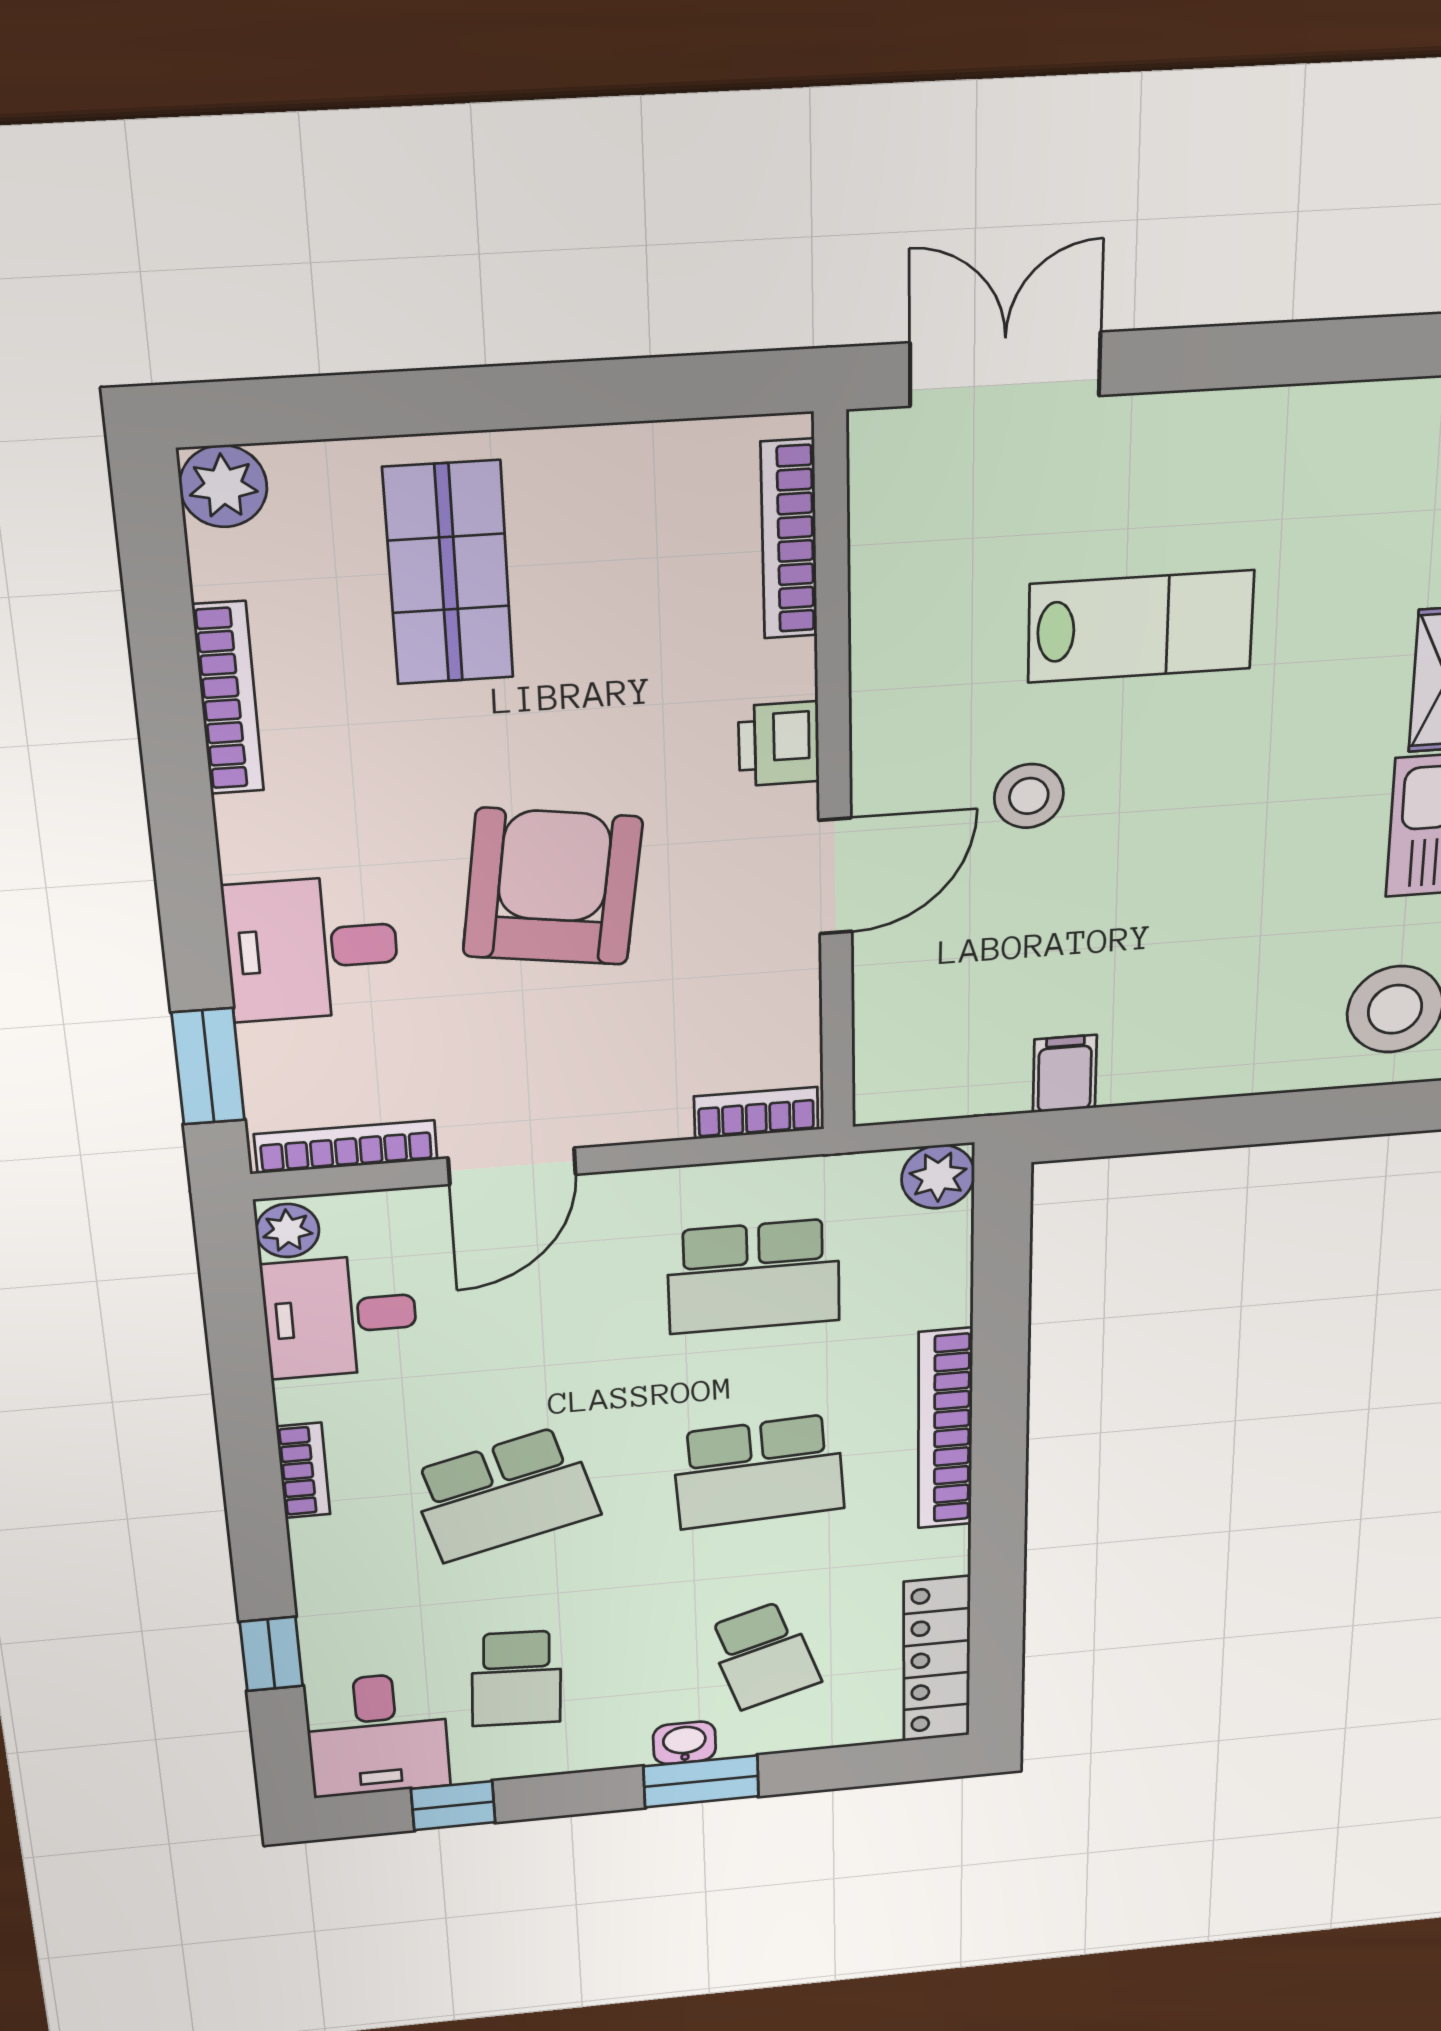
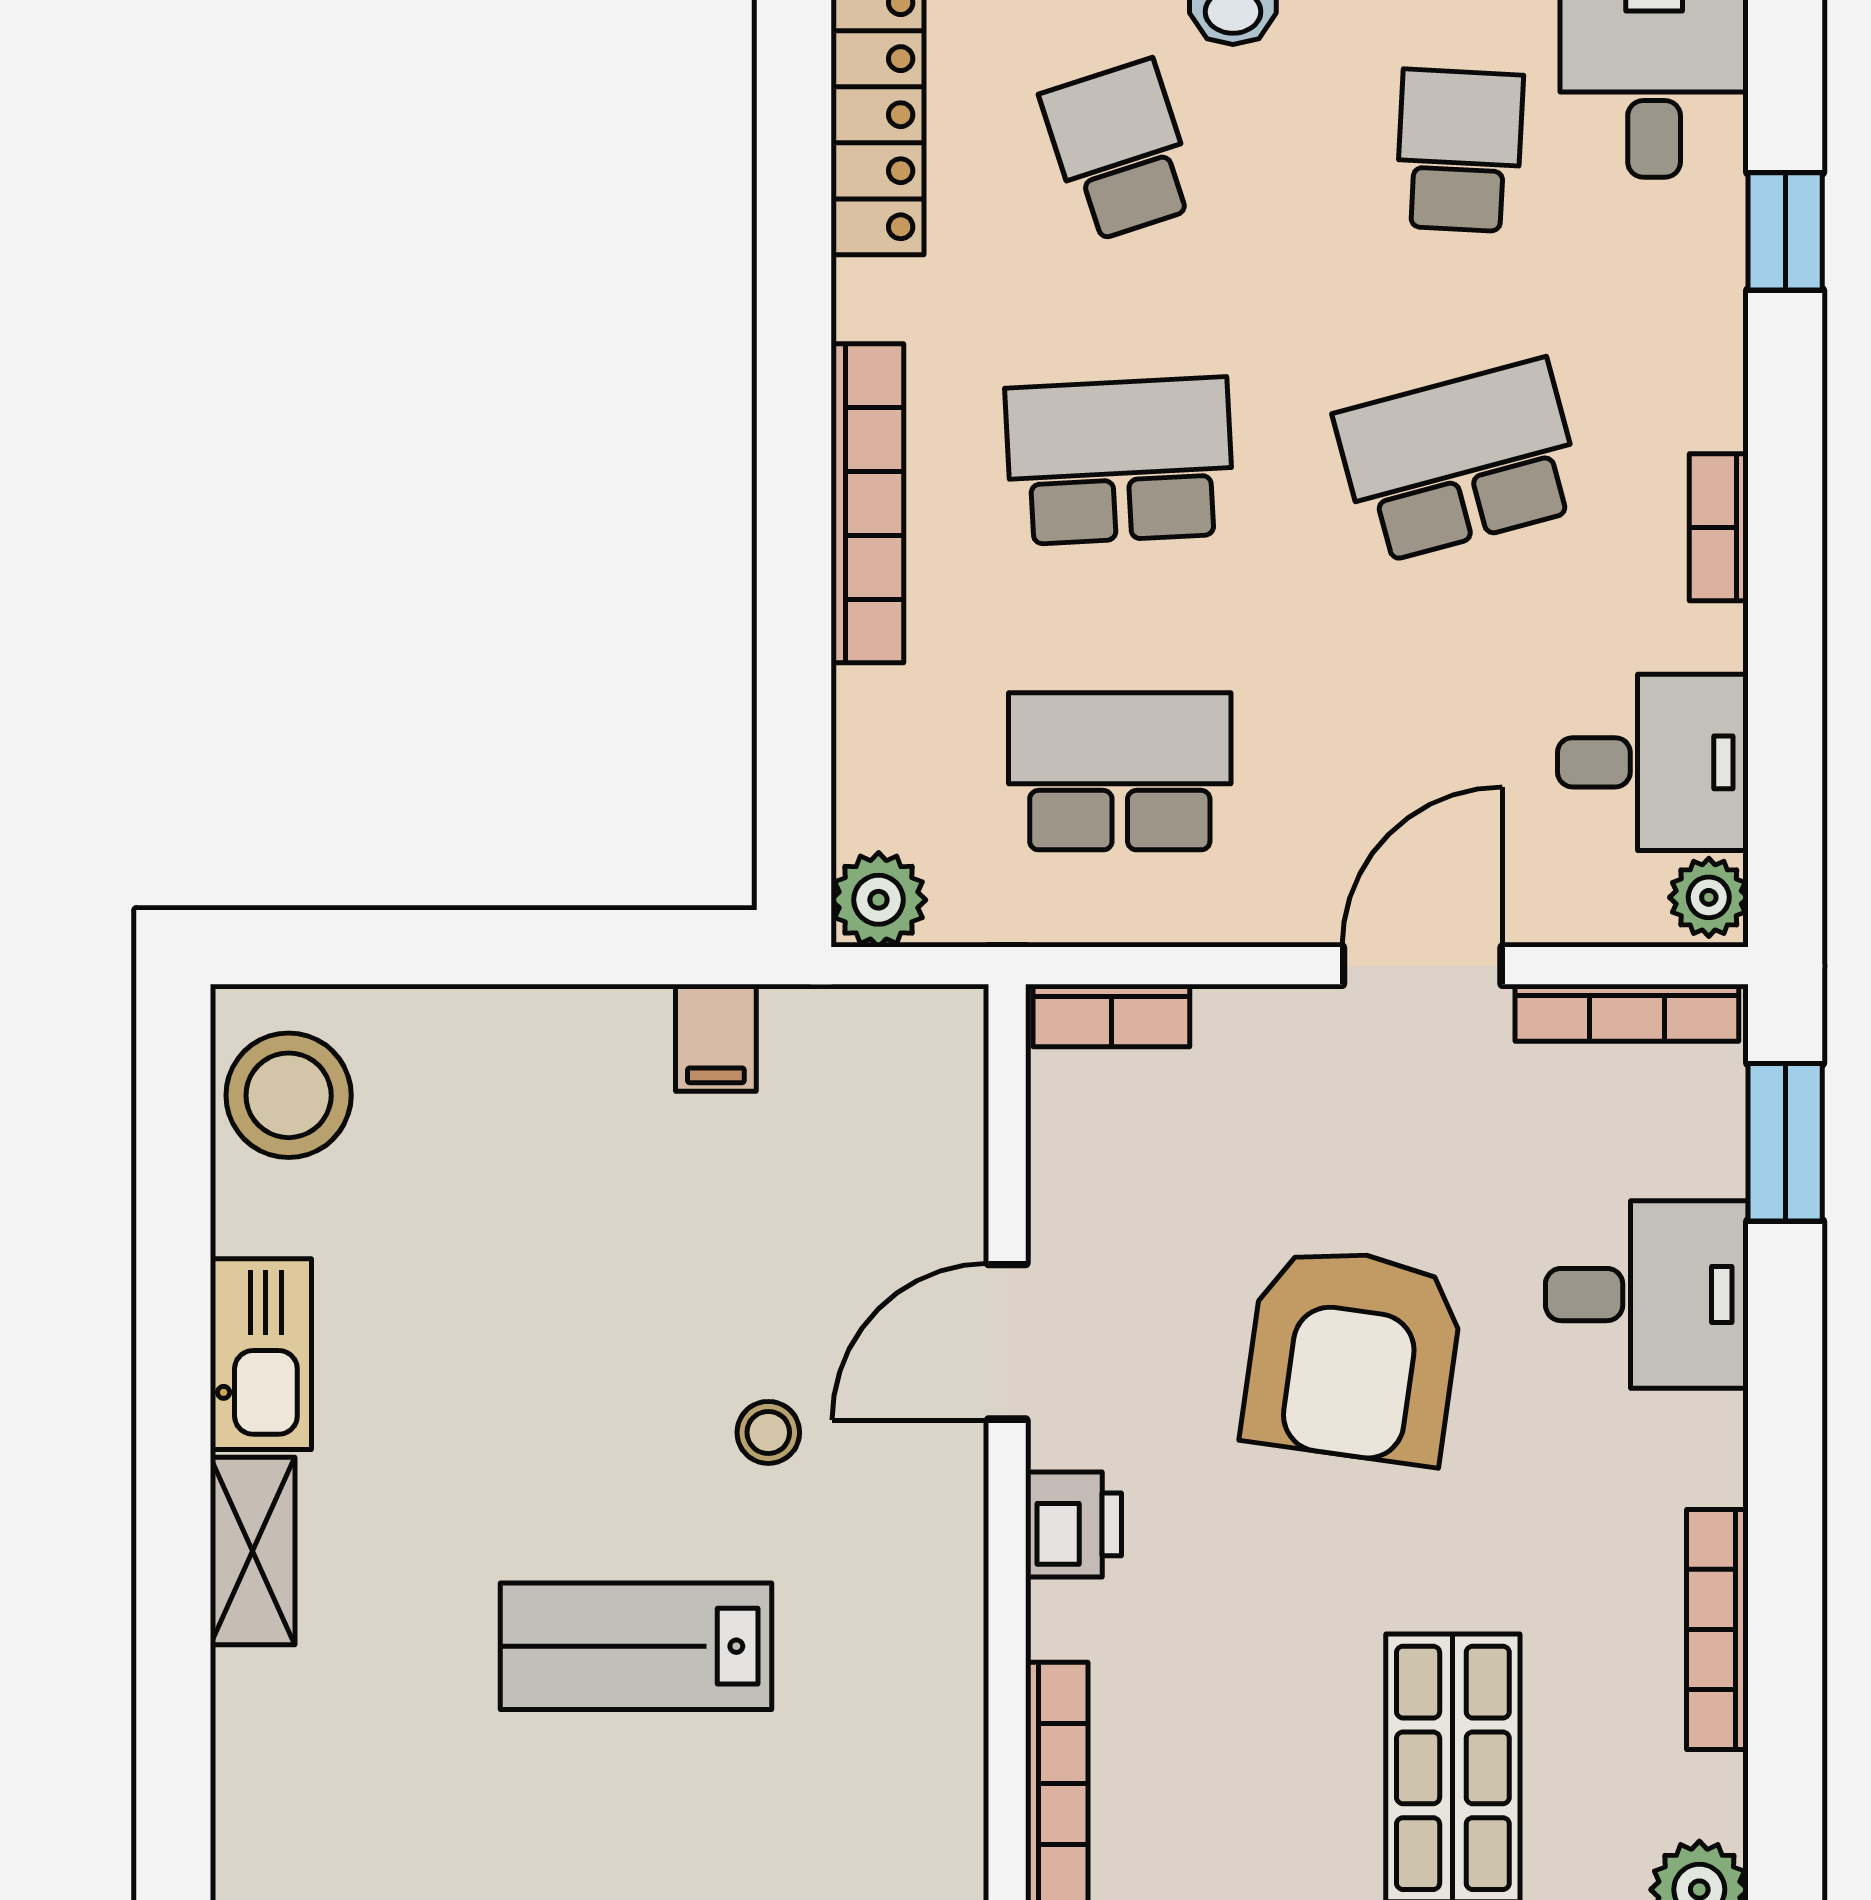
stool: (1029, 796) -> (768, 1432), width x0.73, depth x0.73

